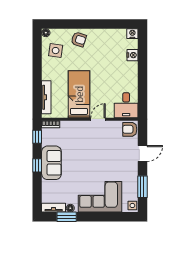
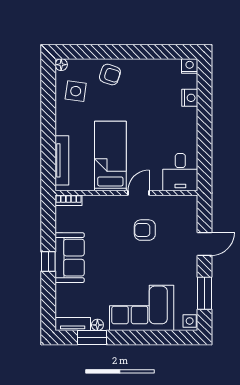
armchair: (130, 129) -> (145, 230), moved
window: (37, 137) -> (48, 219), removed

